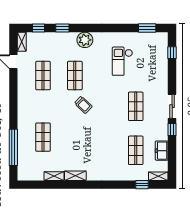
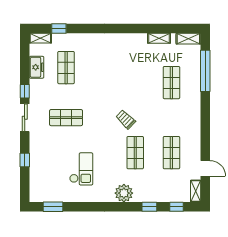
window: (172, 53) -> (25, 160), moved
shop shelf: (136, 106) -> (66, 118), turned 90
shelving: (75, 176) -> (188, 39), moved

